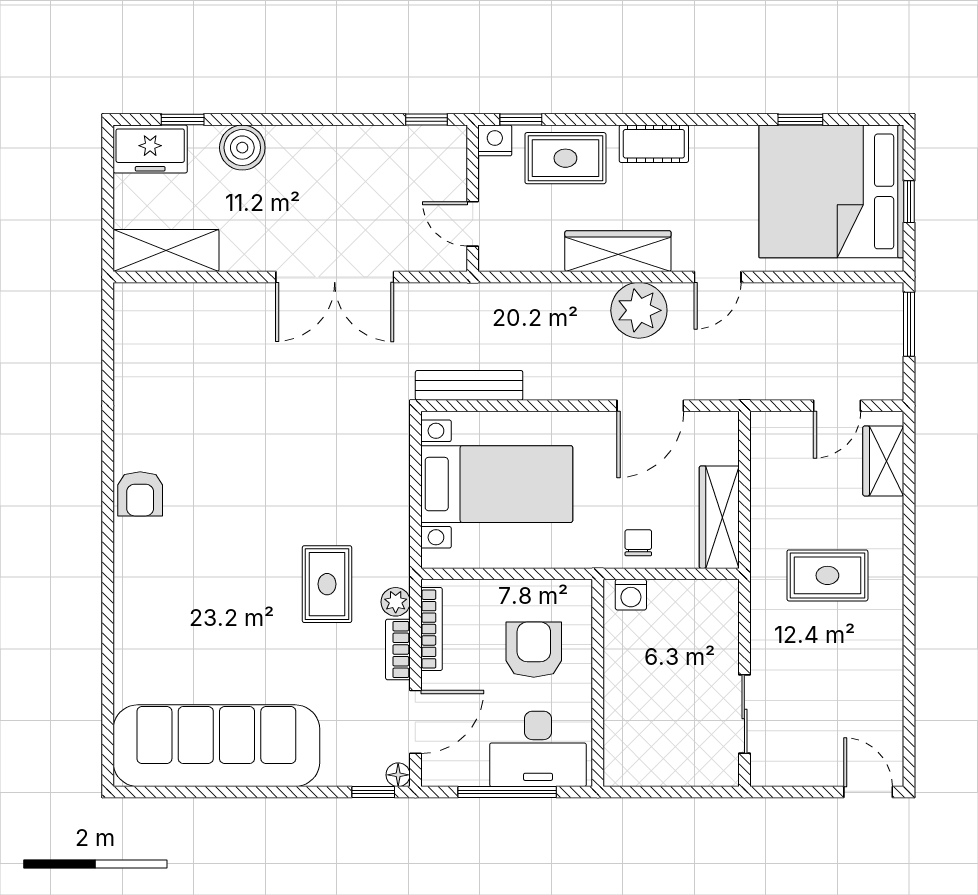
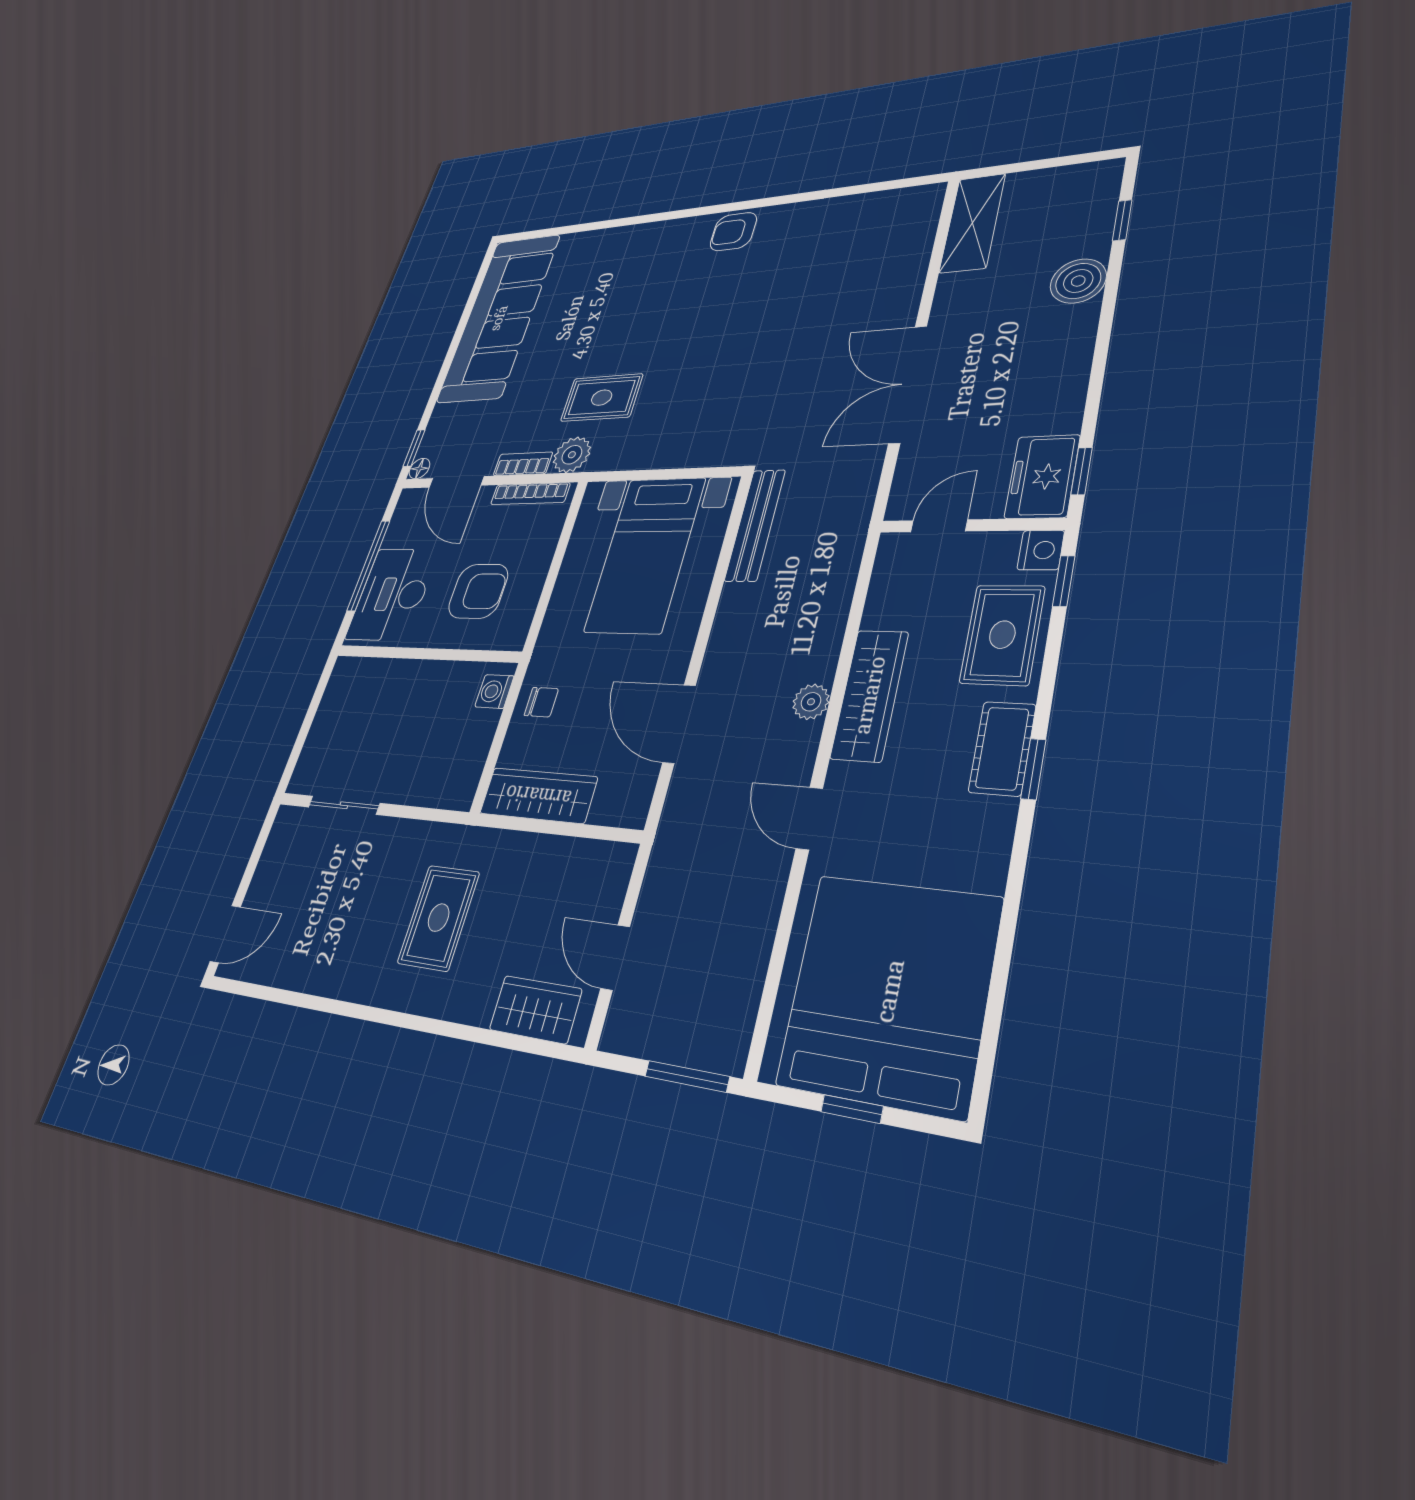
window: (800, 120) -> (1033, 769), moved
freezer: (150, 149) -> (1042, 477), moved
plant: (639, 310) -> (811, 702), width x0.53, depth x0.53
plant: (396, 602) -> (572, 455), width x1.38, depth x1.38

